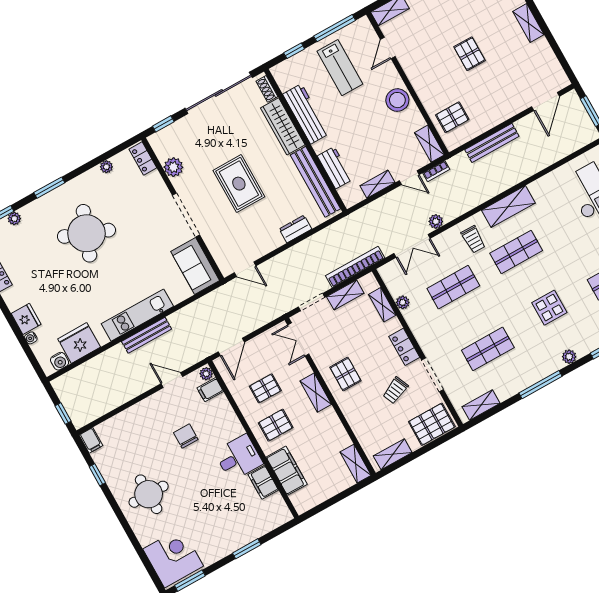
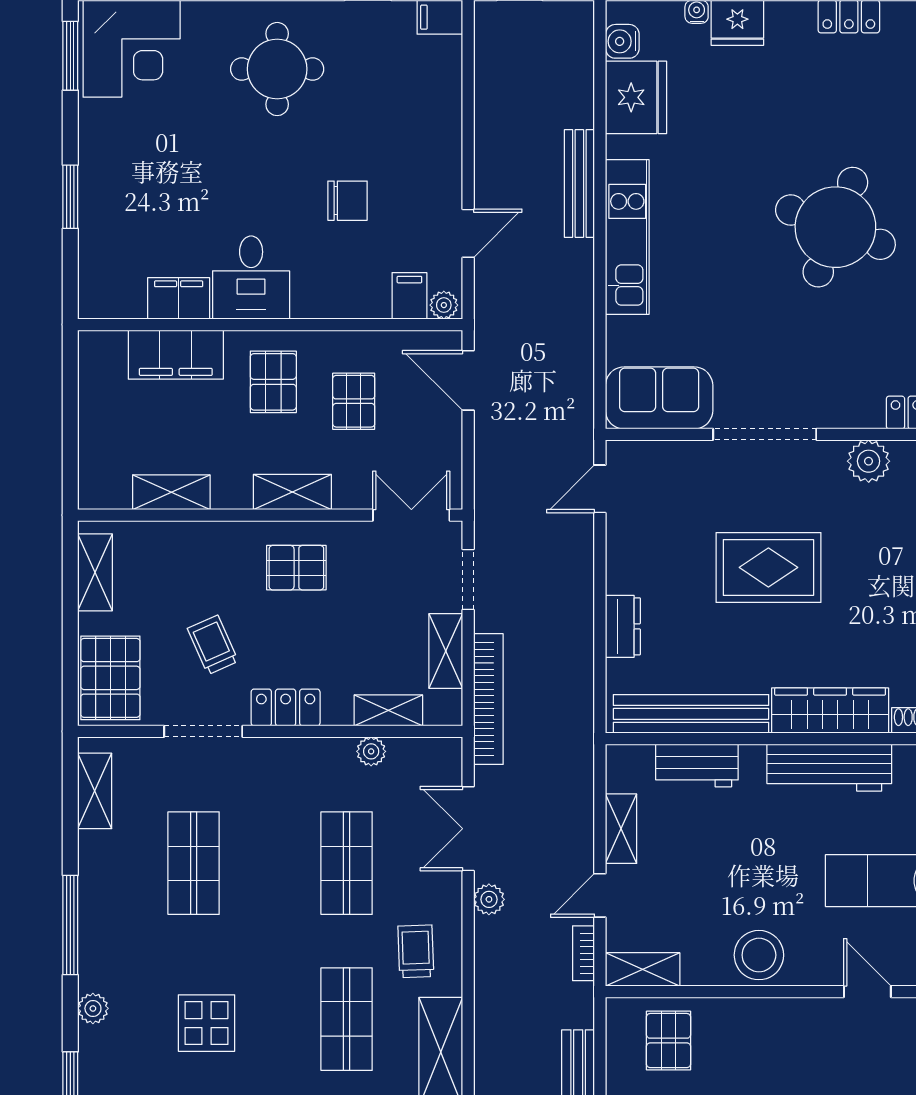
trolley: (473, 239) -> (416, 951), turned 88
bench: (147, 335) -> (579, 183), moved
shelving: (356, 464) -> (171, 492), moved

